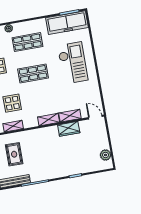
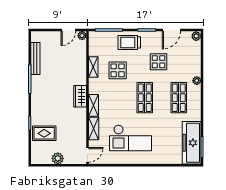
checkout: (73, 63) -> (131, 138), moved
wardrobe: (69, 129) -> (80, 96), moved
rug: (14, 154) -> (44, 133), moved
plant: (106, 155) -> (58, 158), moved

